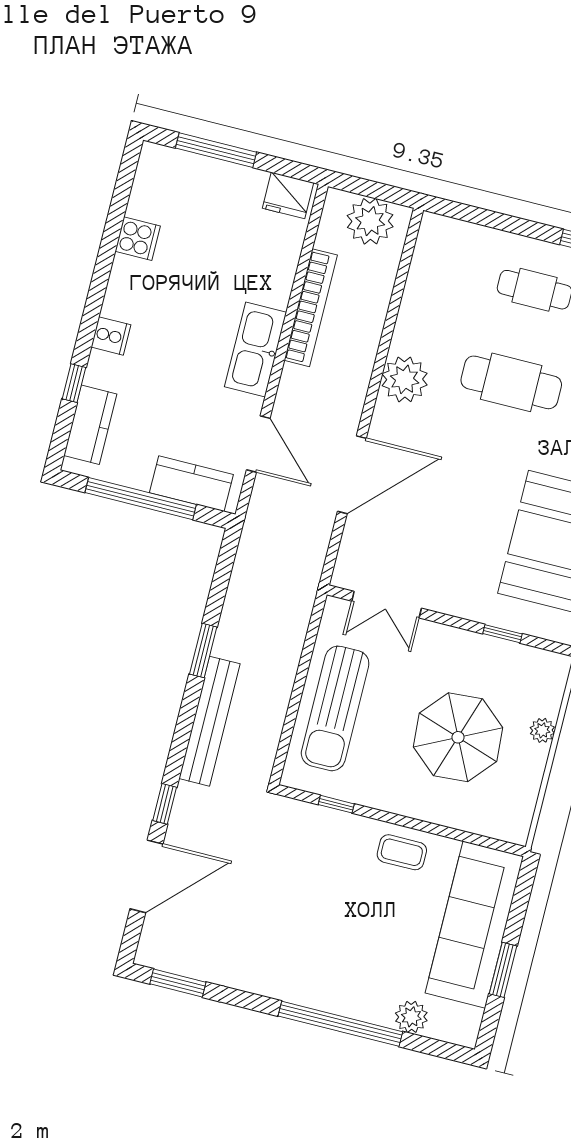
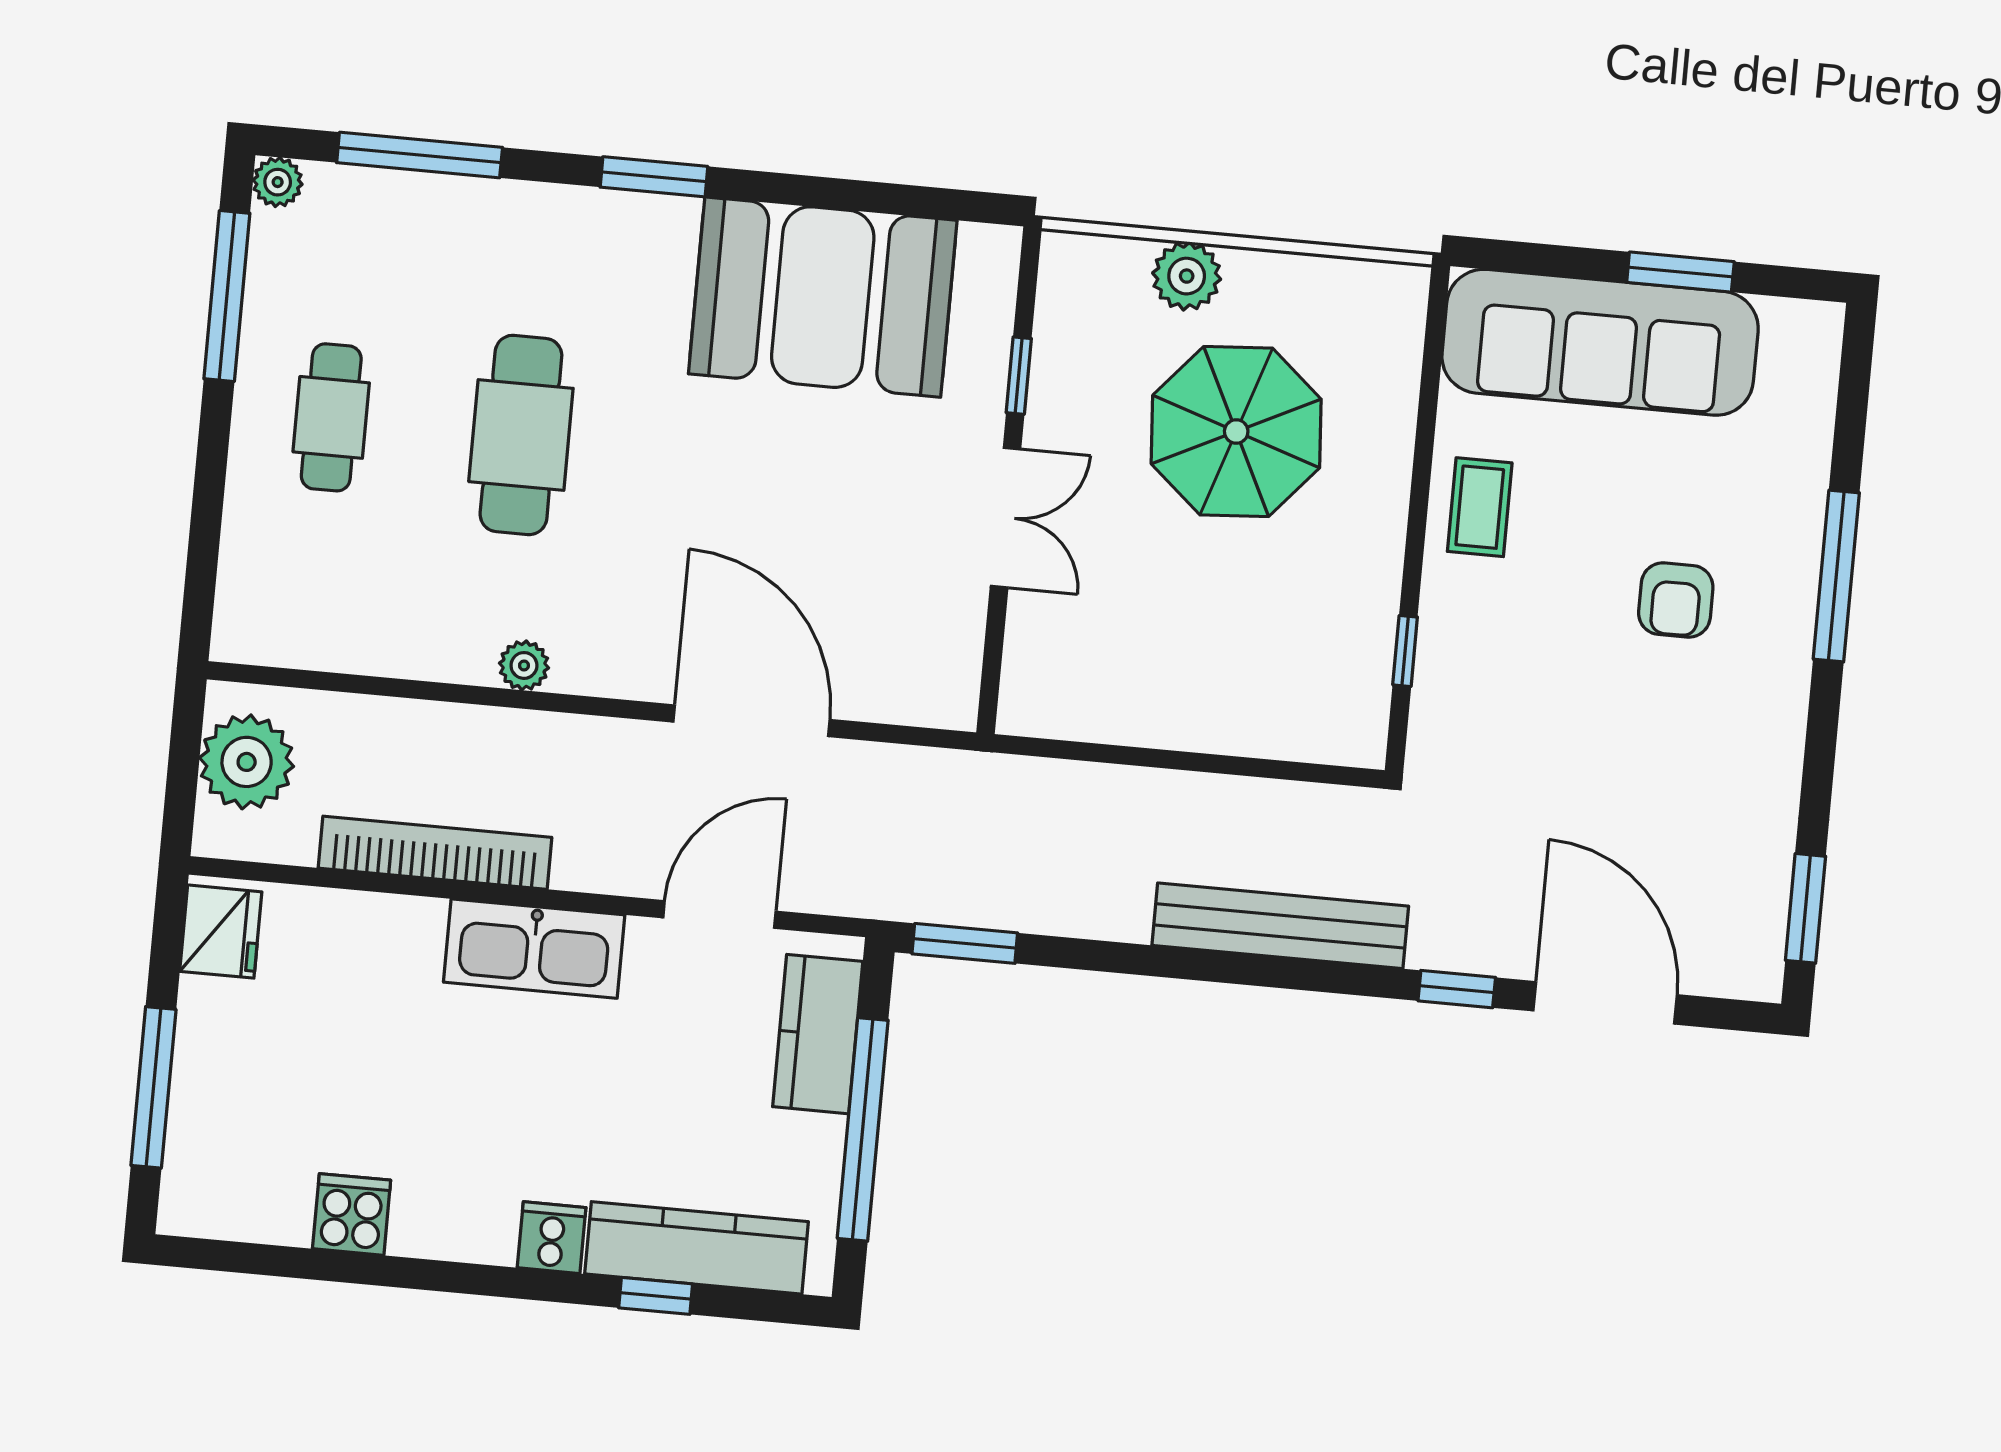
plant: (405, 379) -> (524, 665), width x0.53, depth x0.53
kitchen counter: (90, 425) -> (697, 1248), width x1.50
double door: (387, 605) -> (1006, 518), moved
window: (203, 650) -> (965, 943), moved
sun lounger: (335, 708) -> (1217, 682), removed
plant: (542, 730) -> (1187, 276), width x1.38, depth x1.38
armchair: (341, 942) -> (1676, 600), added
plant: (411, 1017) -> (1801, 438), removed
window: (340, 1024) -> (1836, 576), width x0.68

